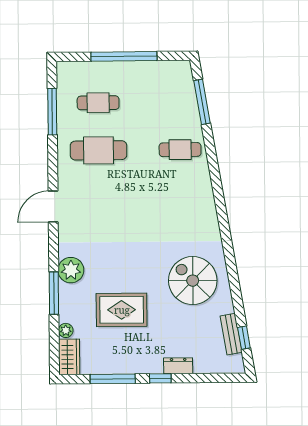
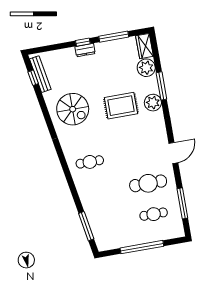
cafe table: (180, 150) -> (90, 162), moved
door: (53, 206) -> (173, 153), moved
rug: (122, 310) -> (121, 106), moved
plant: (66, 330) -> (146, 68), width x1.88, depth x1.88
bench: (231, 334) -> (40, 74), width x1.36
dresser: (178, 366) -> (85, 50), moved

